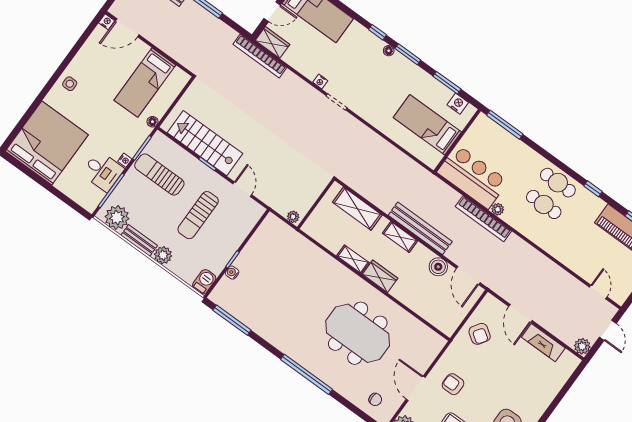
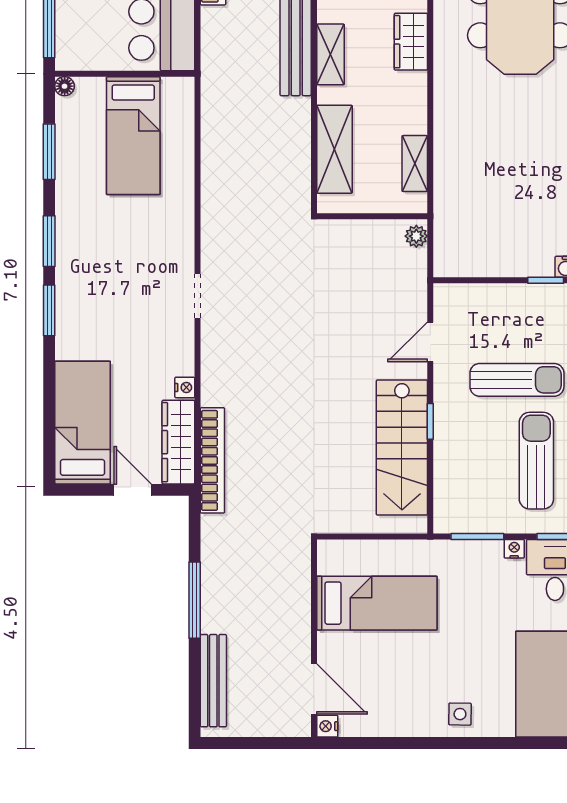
window: (377, 32) -> (49, 310), width x1.50
wardrobe: (272, 42) -> (178, 442), width x1.50
floor lamp: (389, 51) -> (65, 86), moved
nightstand: (320, 81) -> (185, 387), moved
nightstand: (458, 104) -> (69, 113), removed
floor lamp: (152, 122) -> (427, 549), removed
sun lounger: (159, 175) -> (536, 461), moved, turned 180
shelving: (353, 259) -> (415, 164), moved

